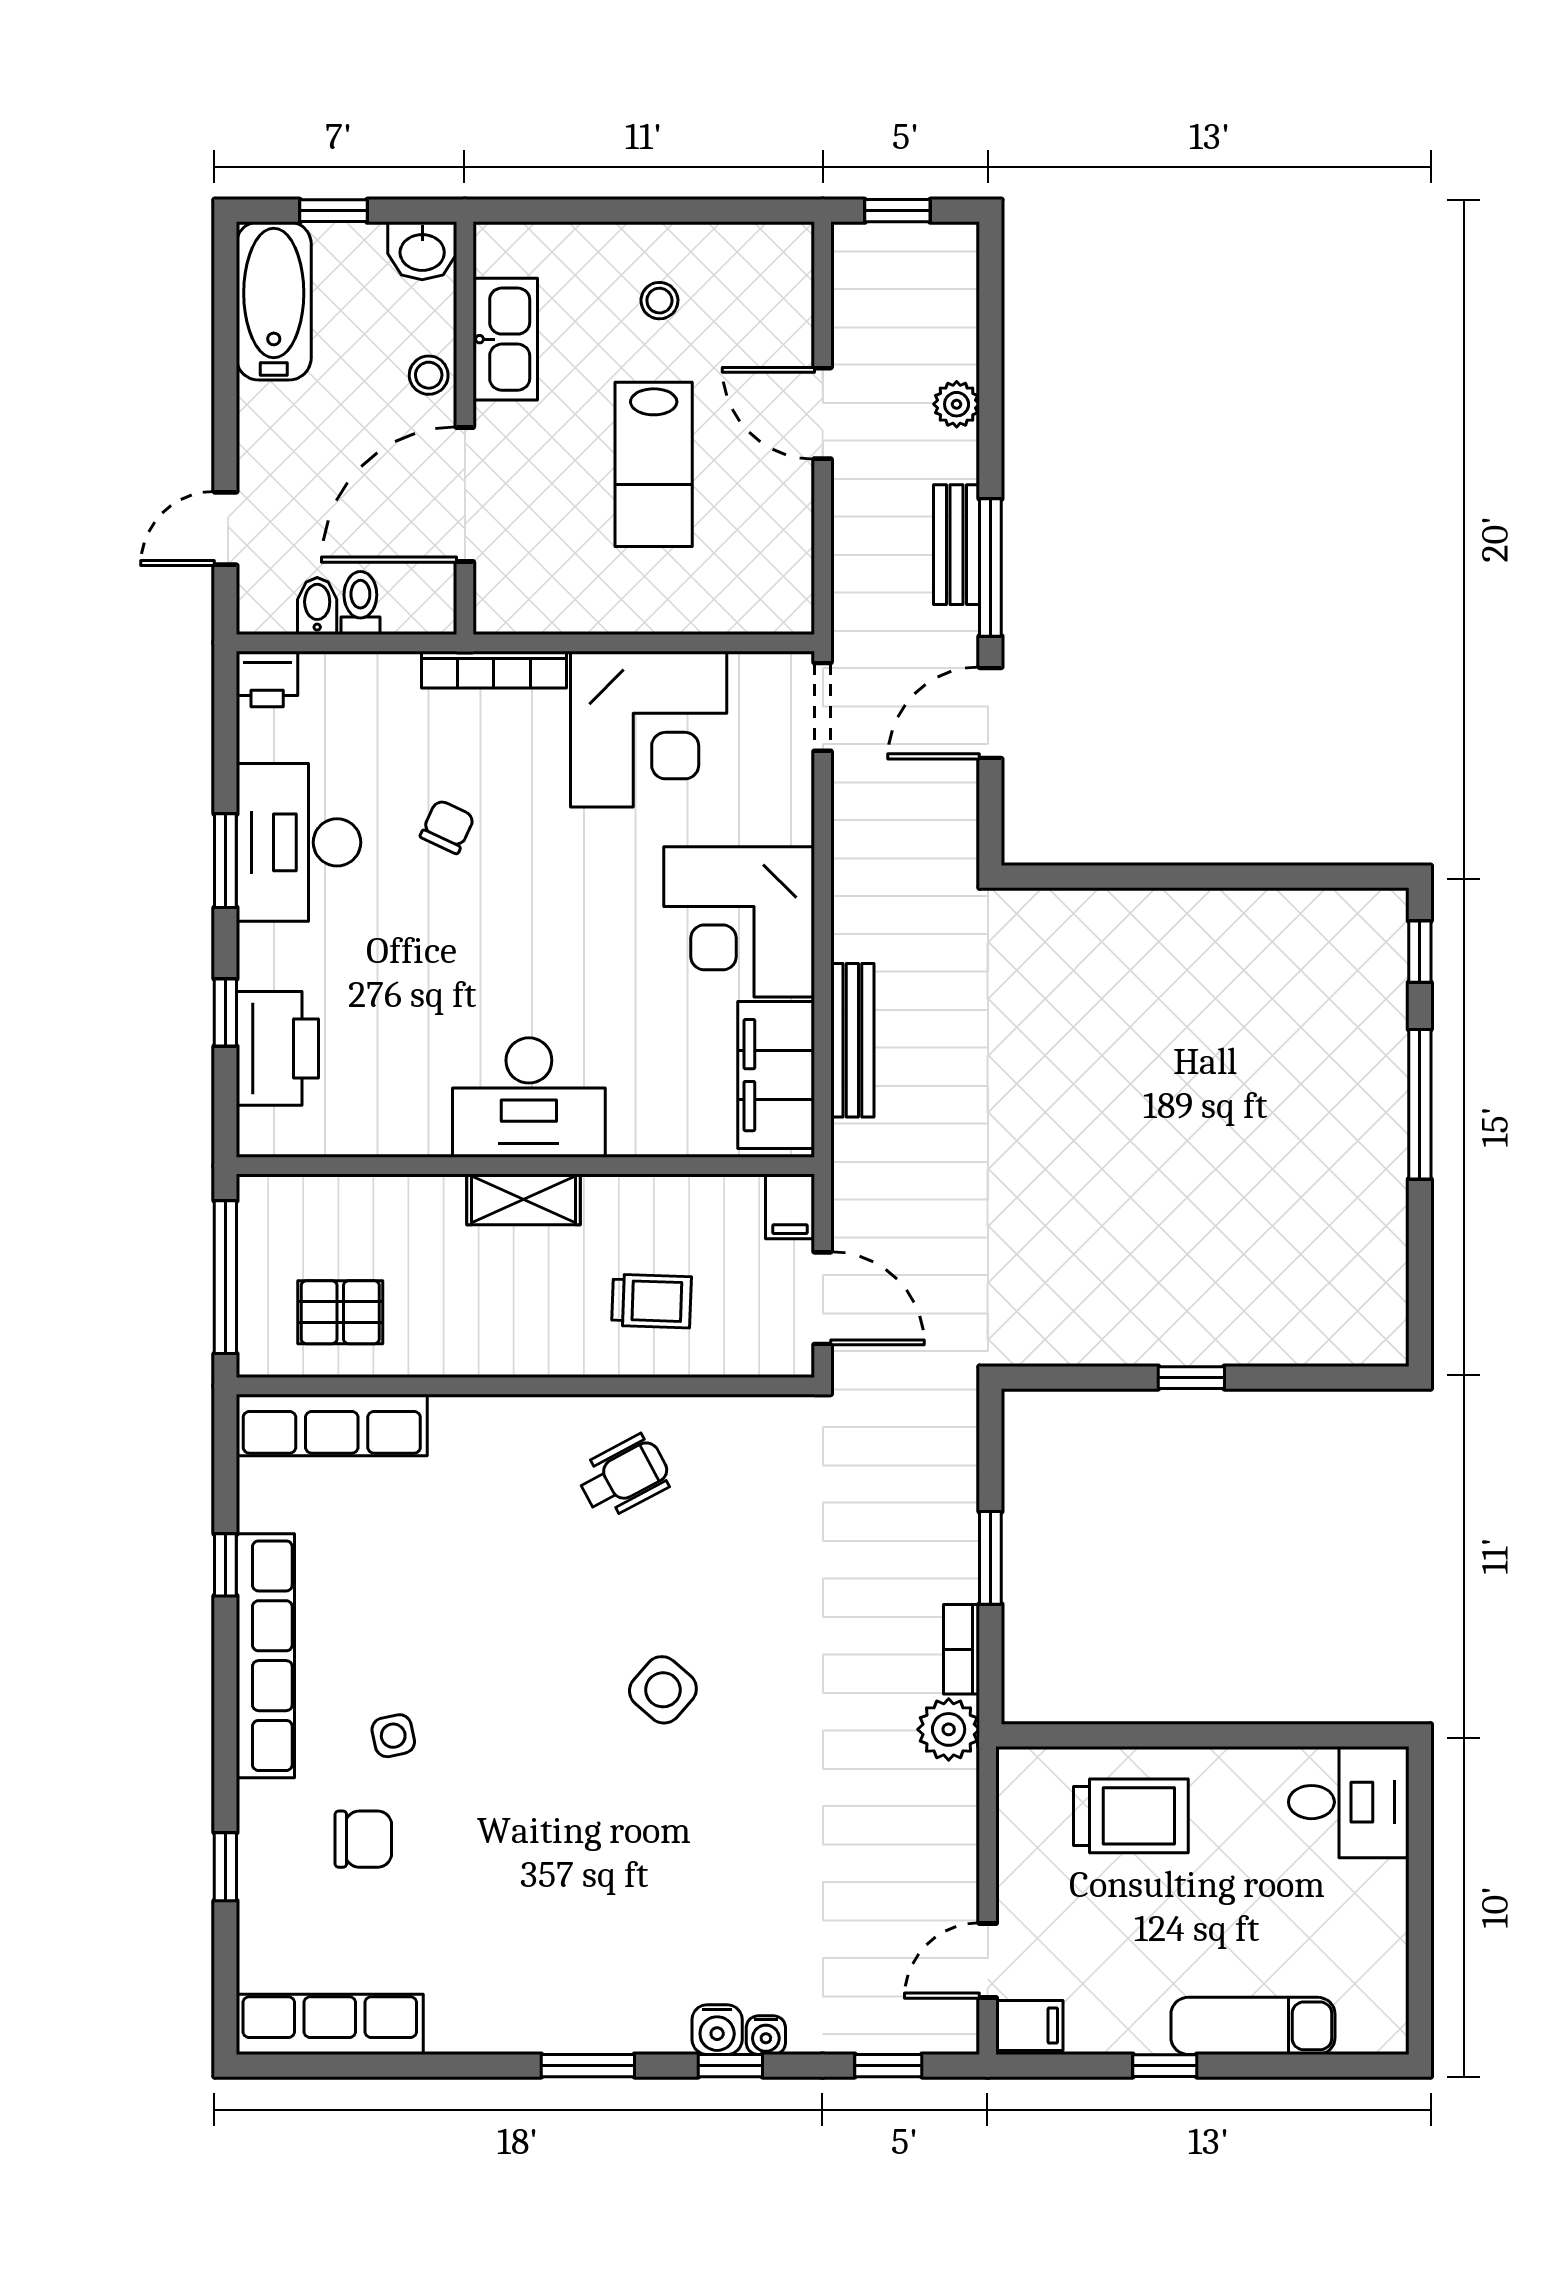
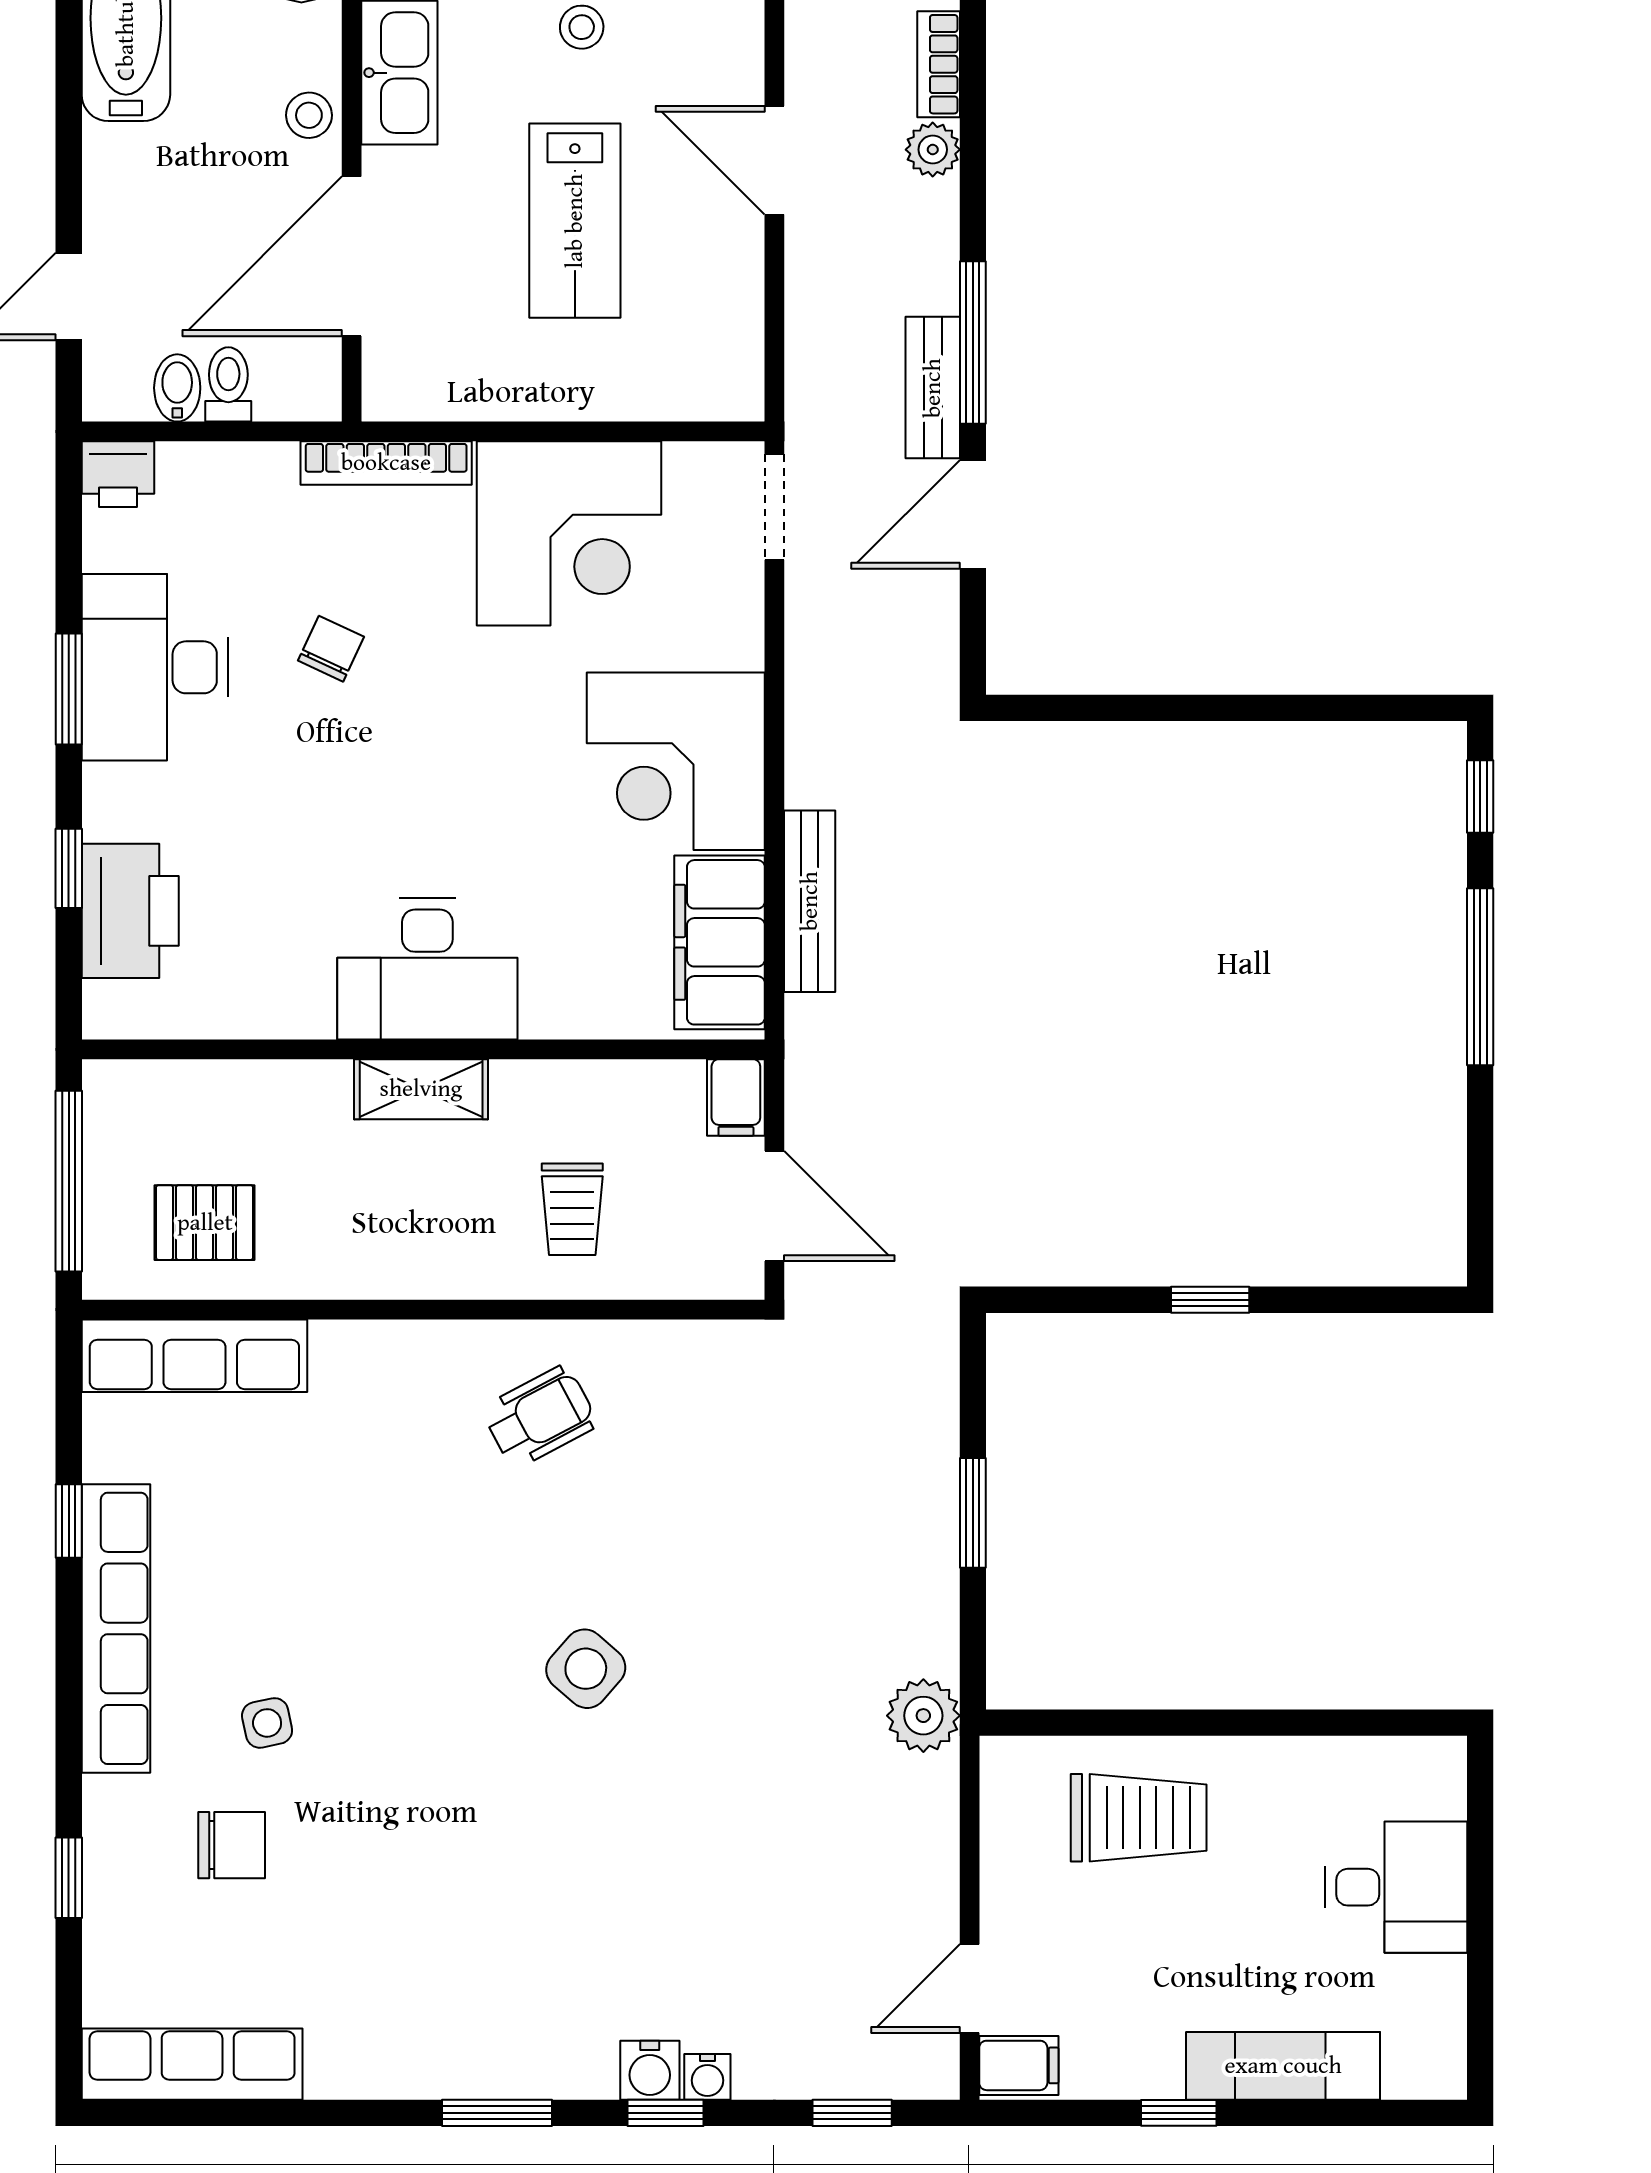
bench: (957, 545) -> (933, 388), moved
trolley: (651, 1301) -> (572, 1209), turned 88
bookcase: (962, 1649) -> (939, 64), moved
desk: (1349, 1802) -> (1396, 1887), moved

